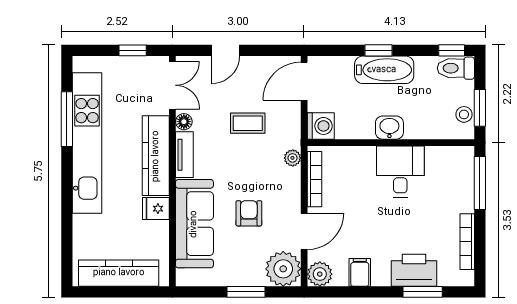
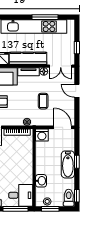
washbasin: (389, 128) -> (41, 181), moved
desk: (400, 171) -> (21, 195), moved

